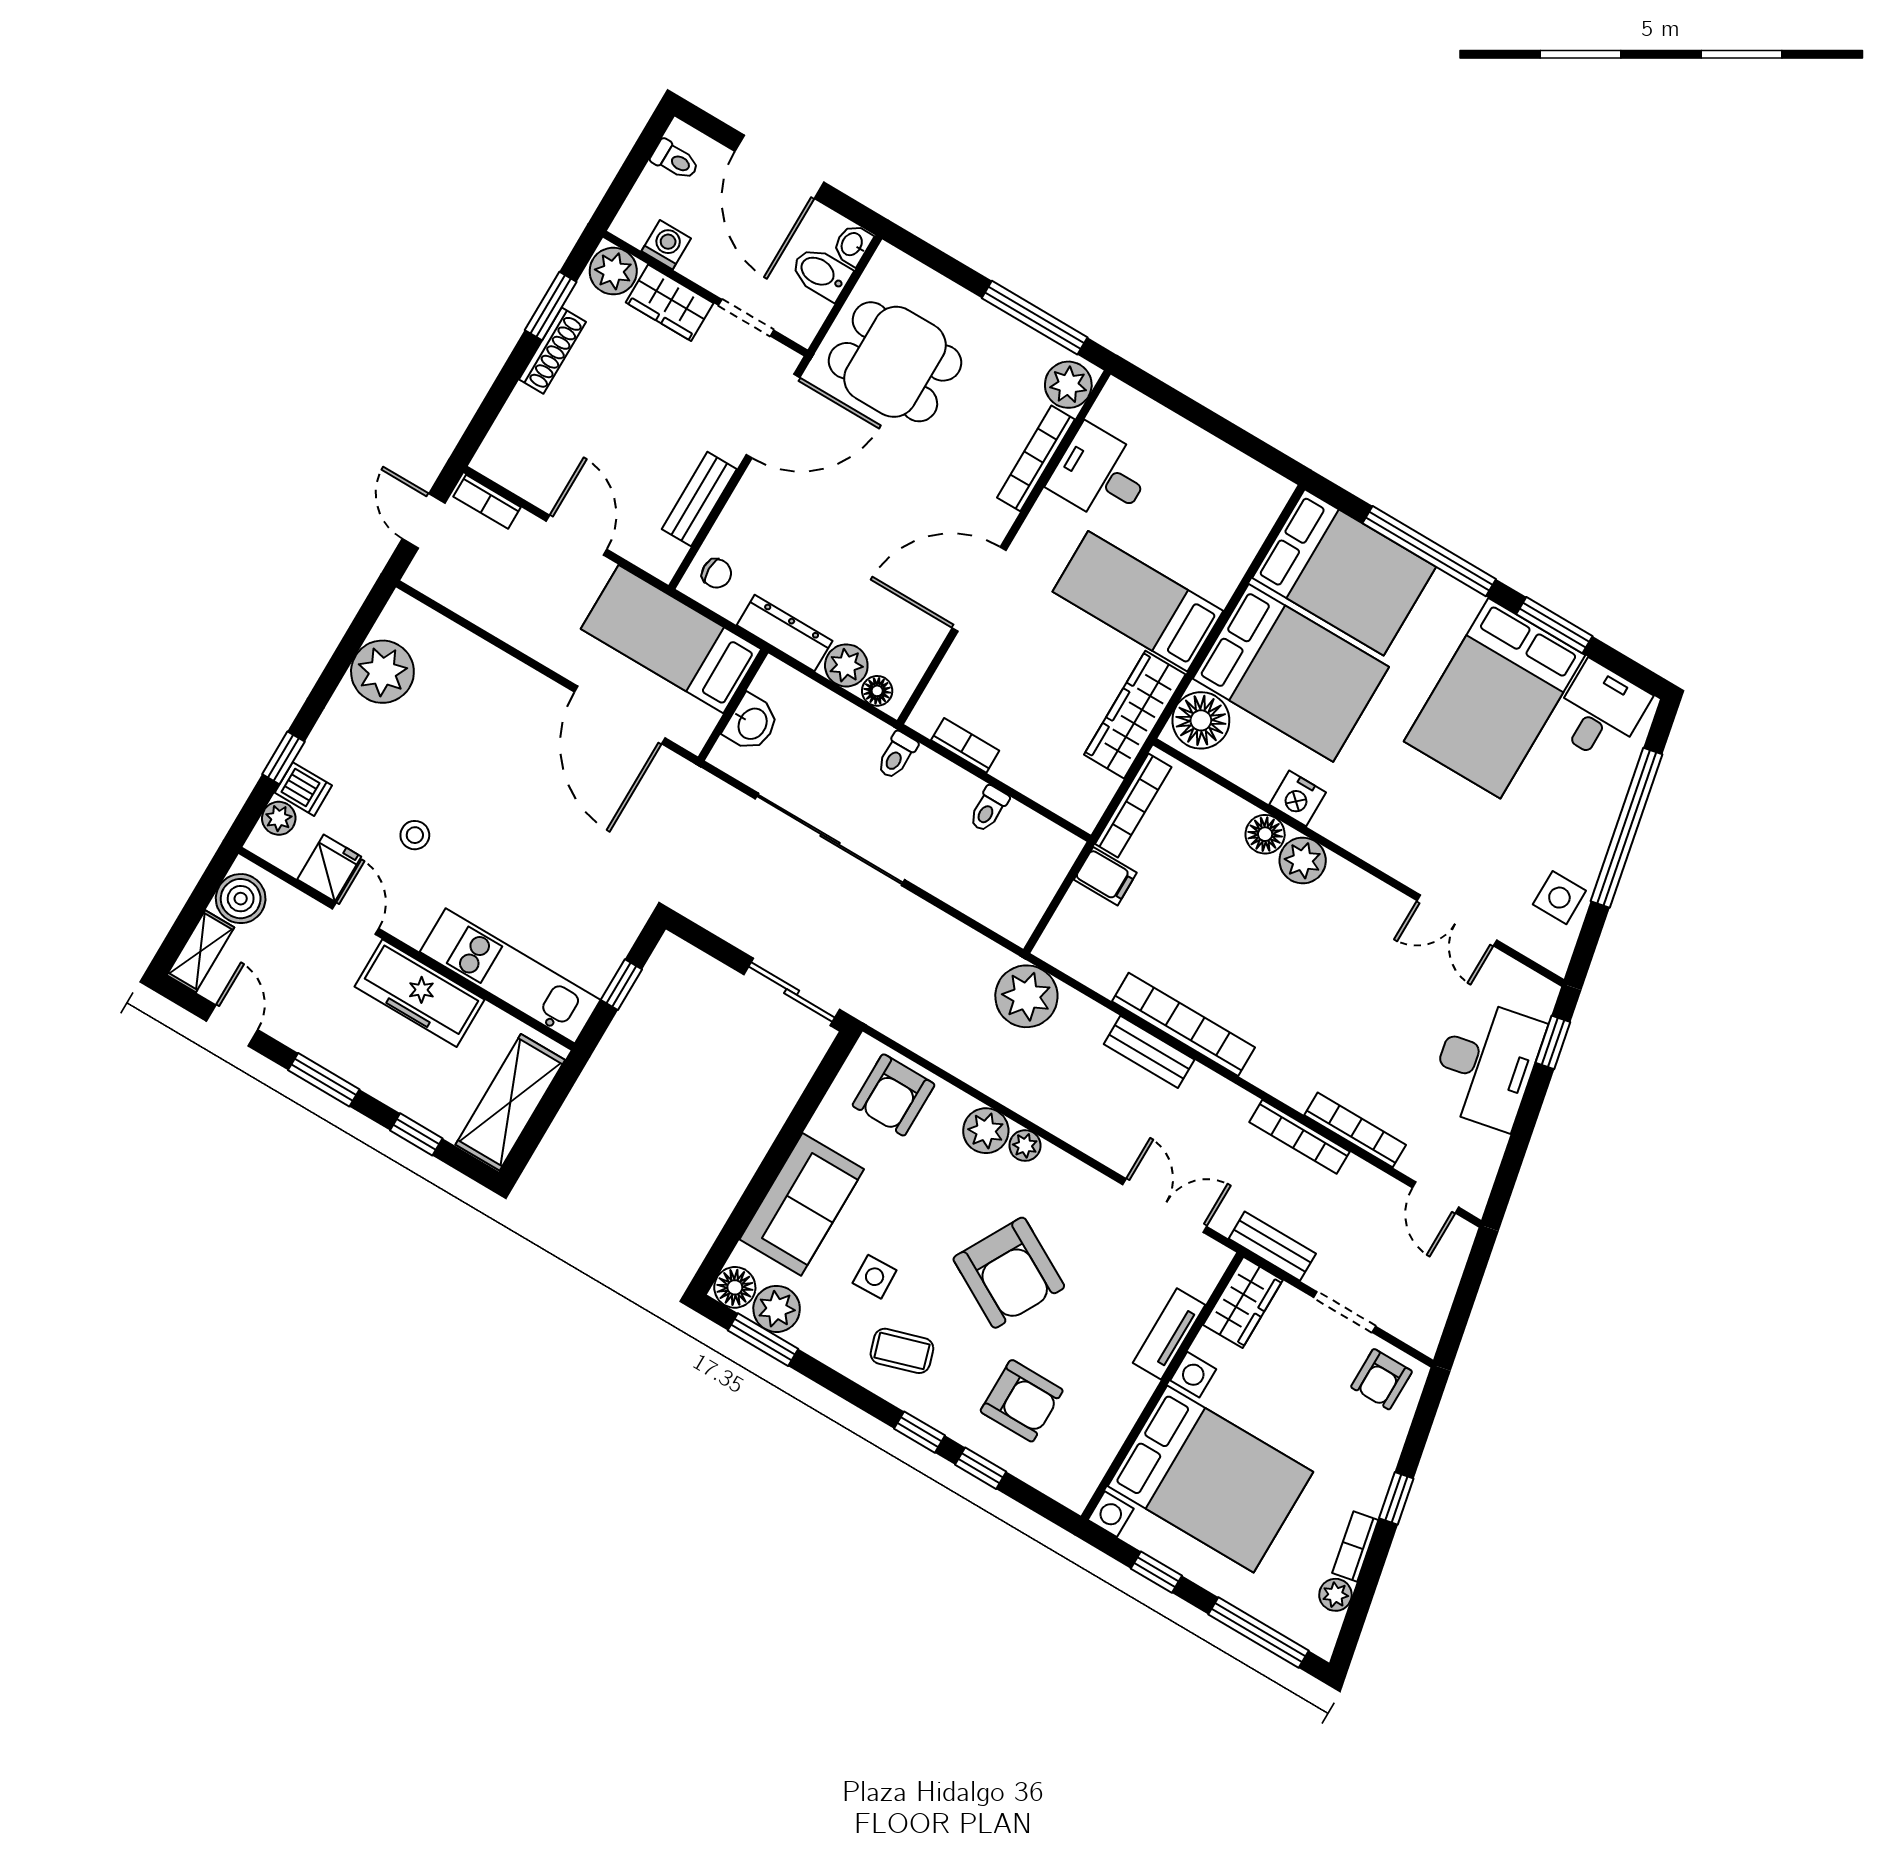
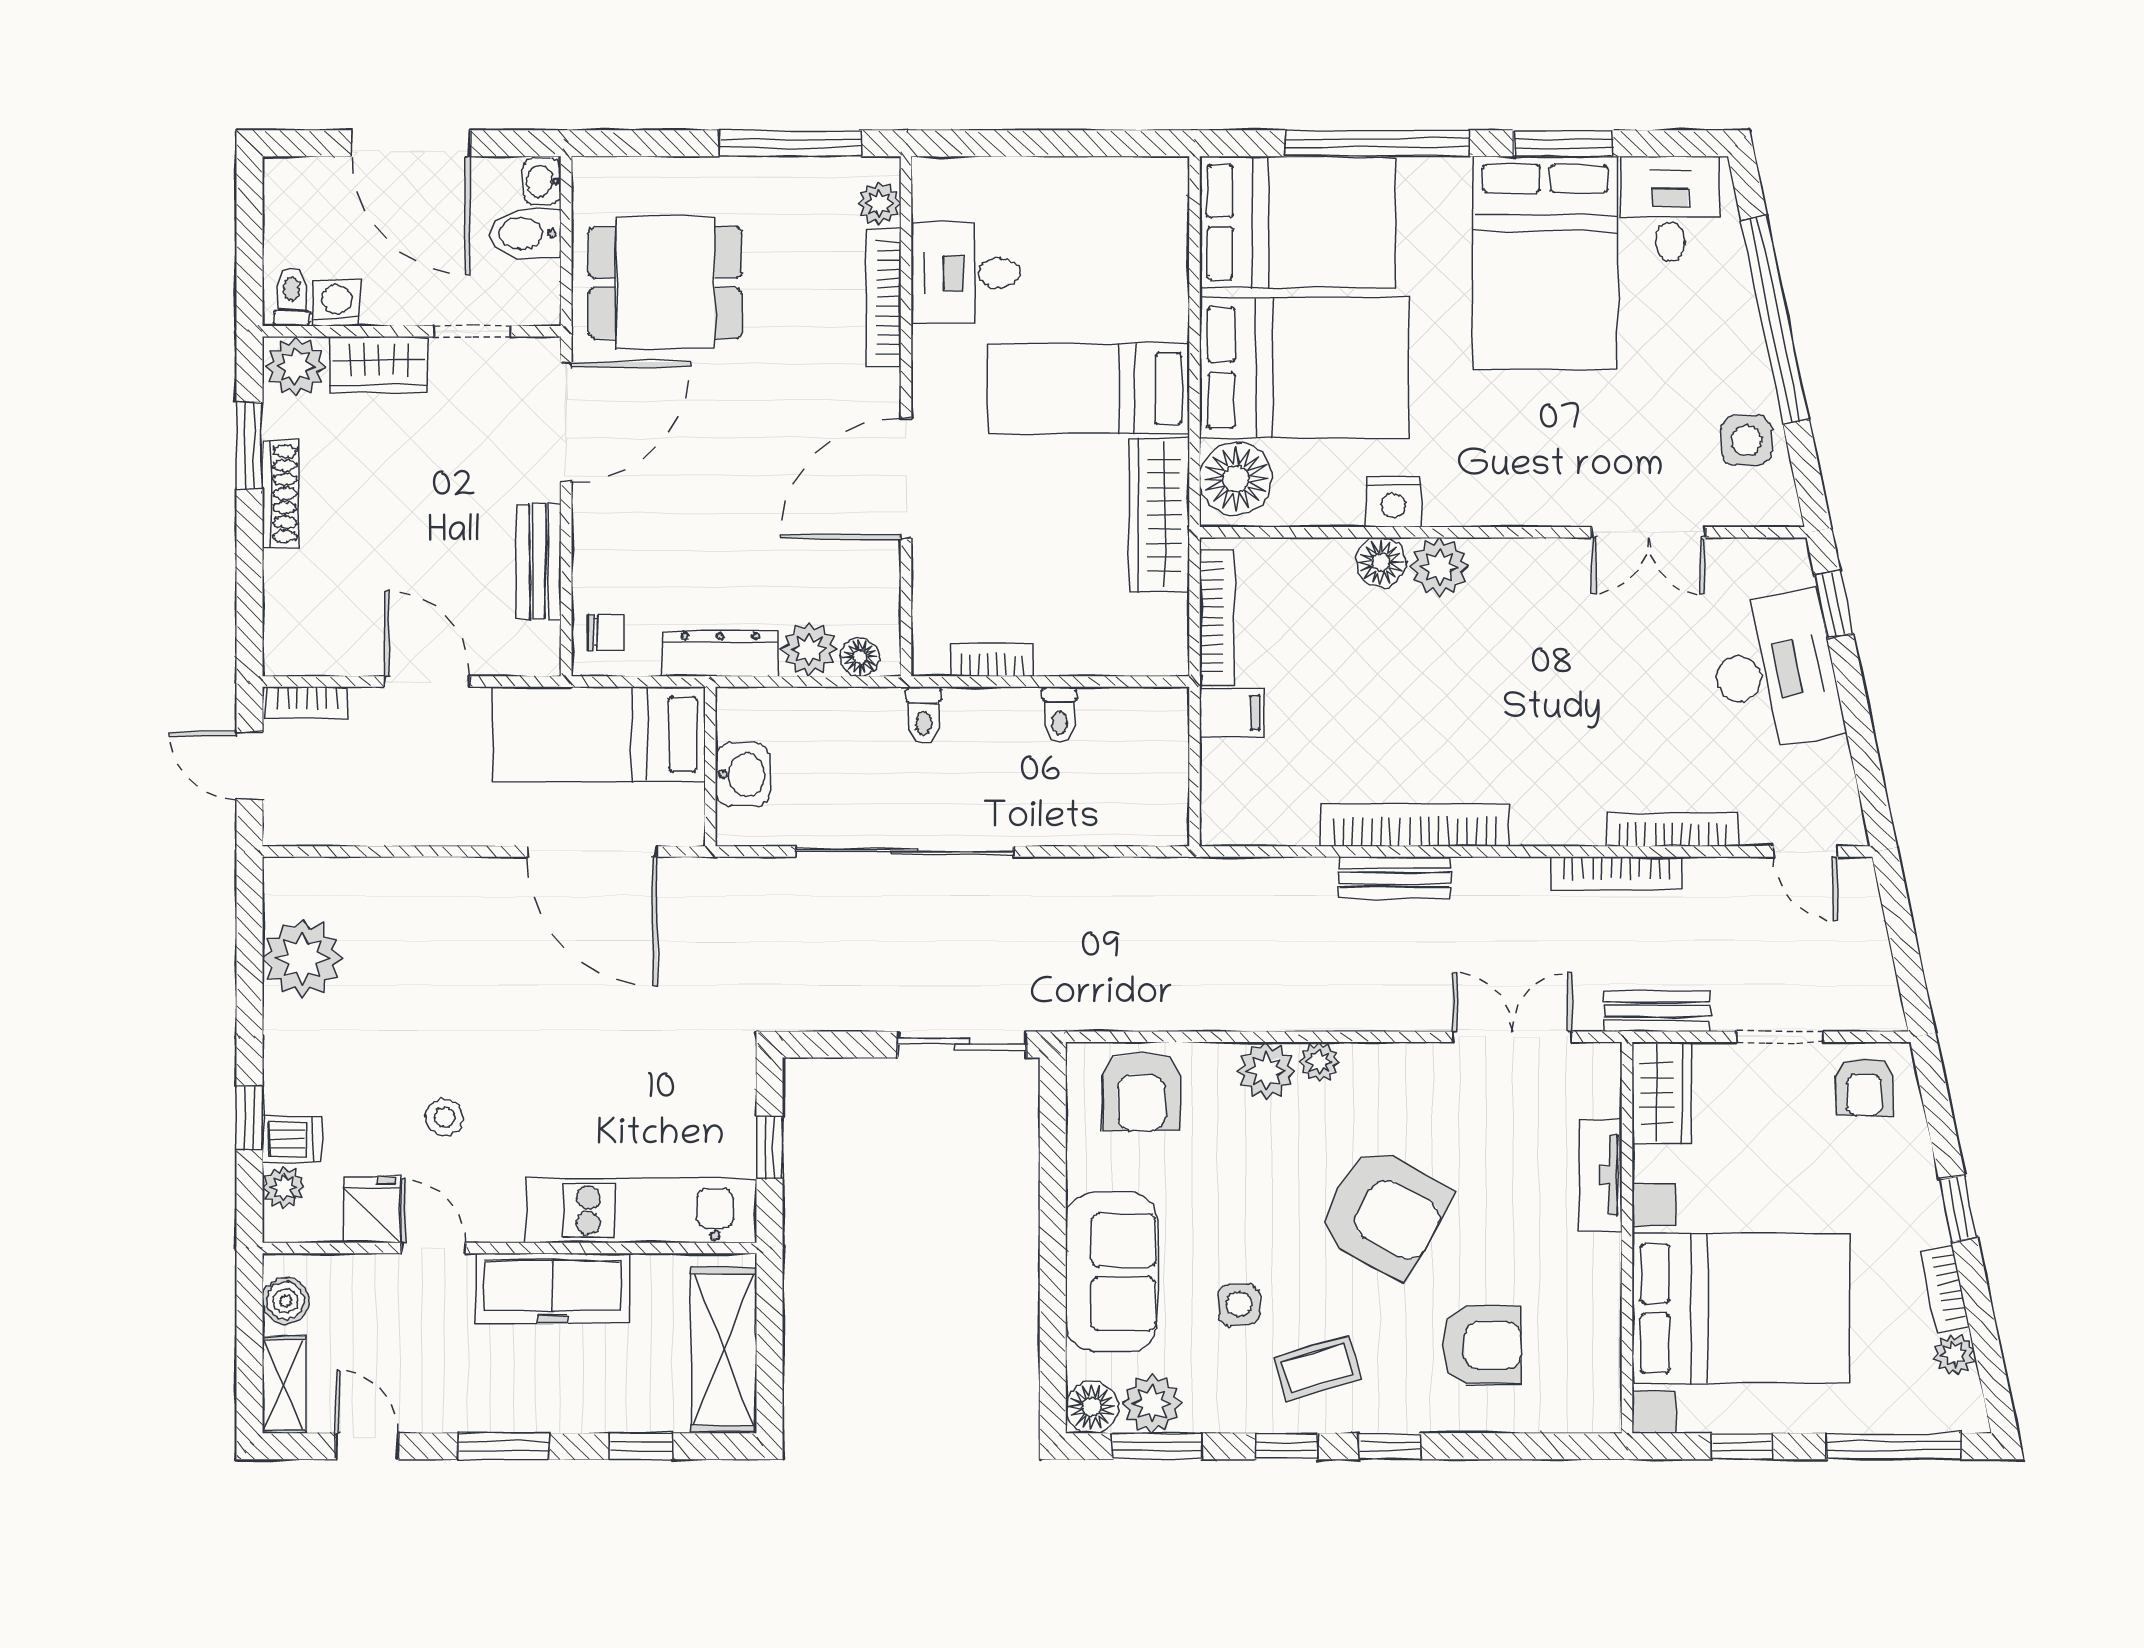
toilet: (675, 160) -> (292, 297), moved, turned -90
plant: (1068, 385) -> (879, 203), width x0.73, depth x0.73
boiler: (241, 899) -> (285, 1301), width x0.73, depth x0.73
plant: (1026, 996) -> (1224, 896), removed
window: (981, 1468) -> (1286, 1446), moved

